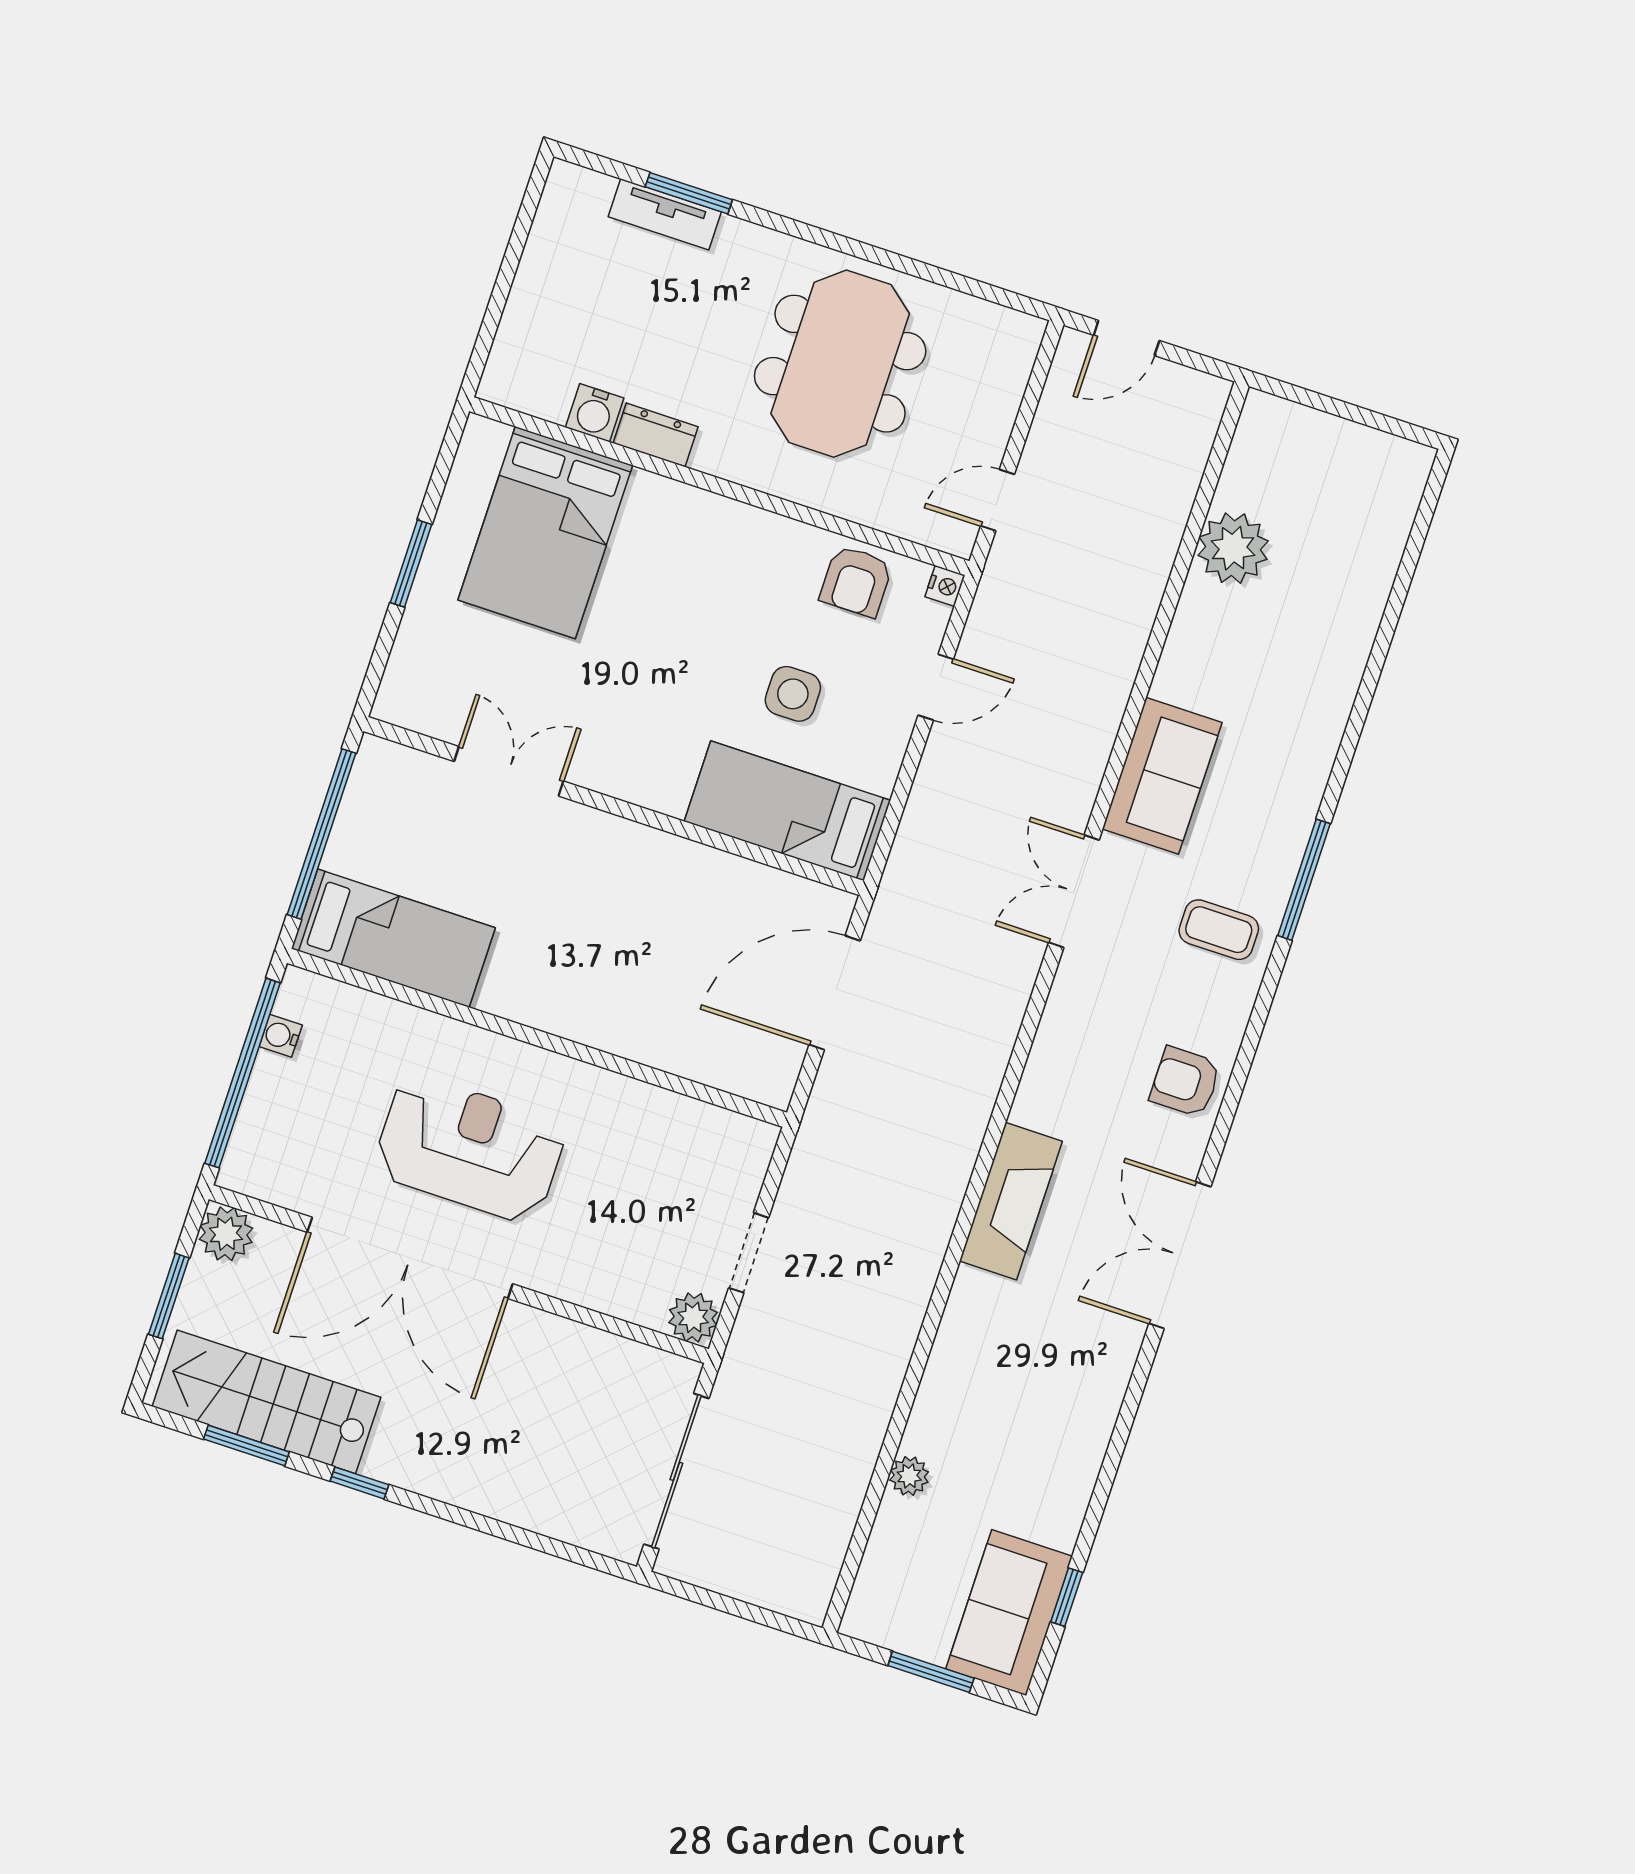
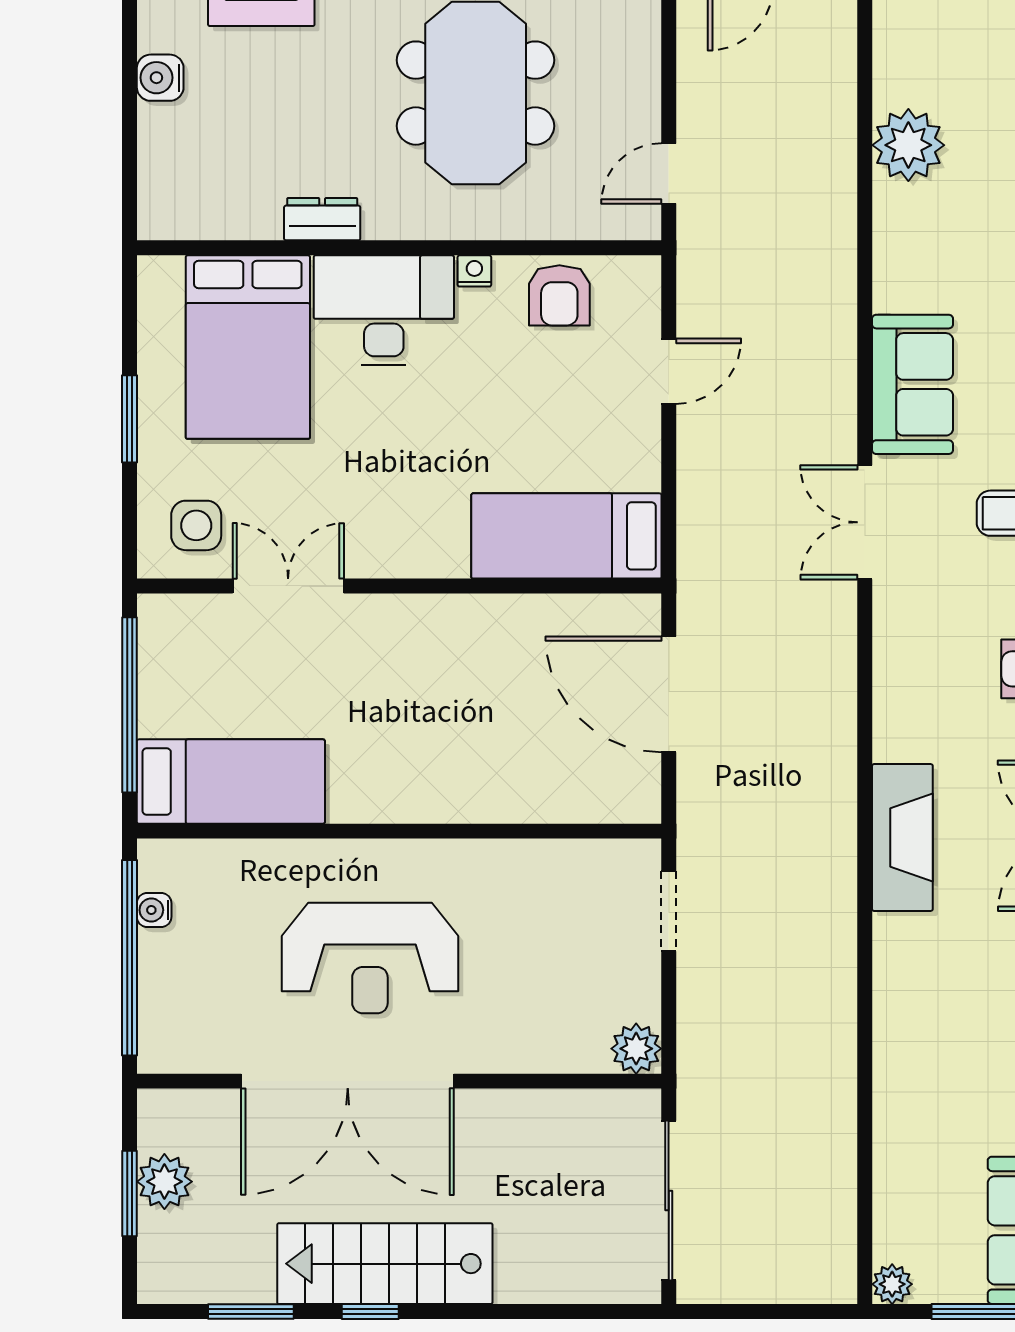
water cooler: (595, 413) -> (160, 78), moved, turned 90
desk: (685, 540) -> (384, 310), added
nightstand: (945, 586) -> (474, 271), moved, turned -90
side table: (793, 694) -> (196, 525), moved
door: (835, 993) -> (669, 694), hinge flipped
reception desk: (470, 1149) -> (370, 958), turned 180
plant: (226, 1234) -> (164, 1182), moved
doorway: (749, 1253) -> (669, 911), moved
stairs: (266, 1402) -> (385, 1264), moved
plant: (909, 1476) -> (892, 1284), moved

